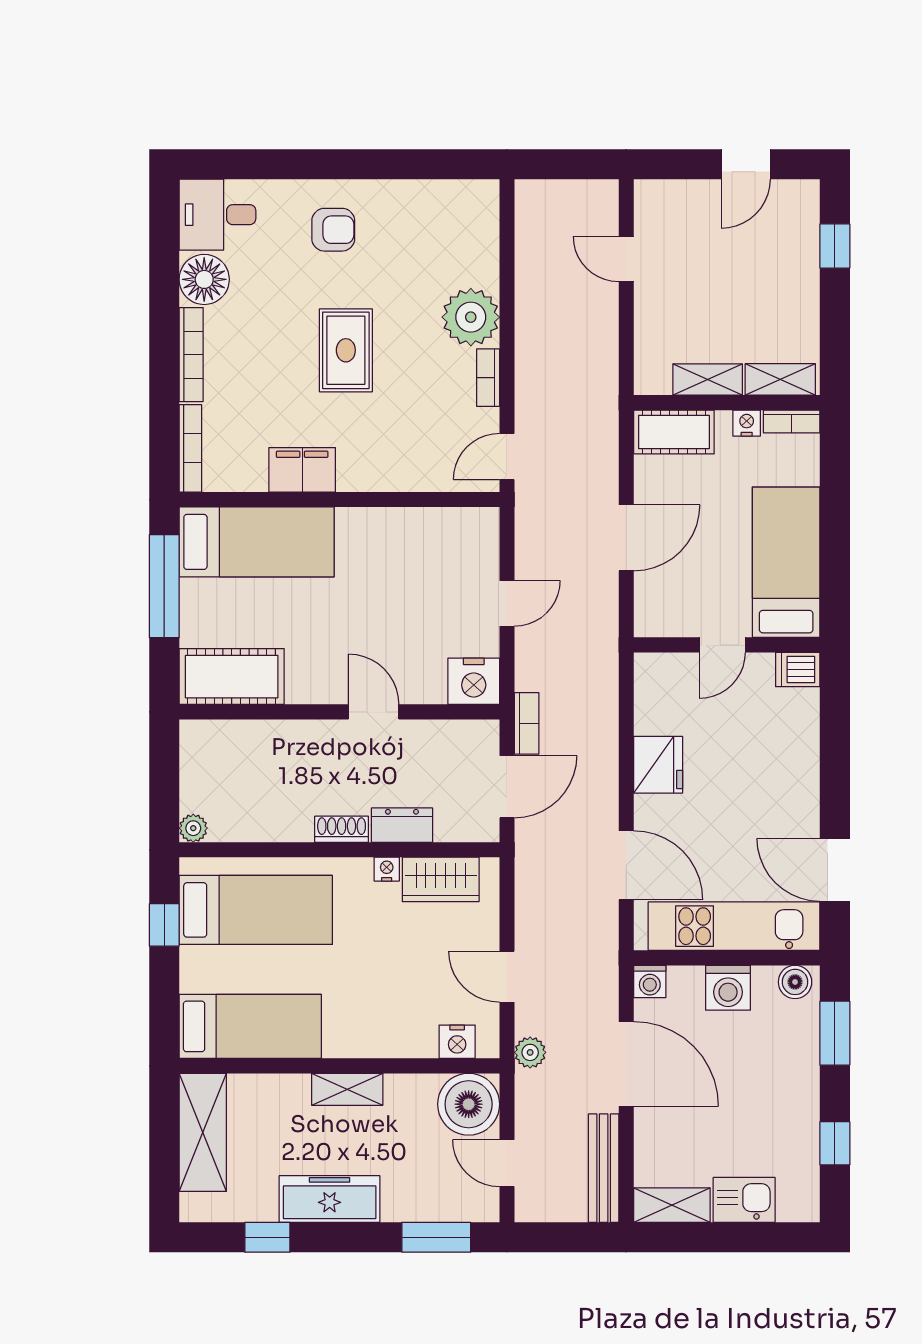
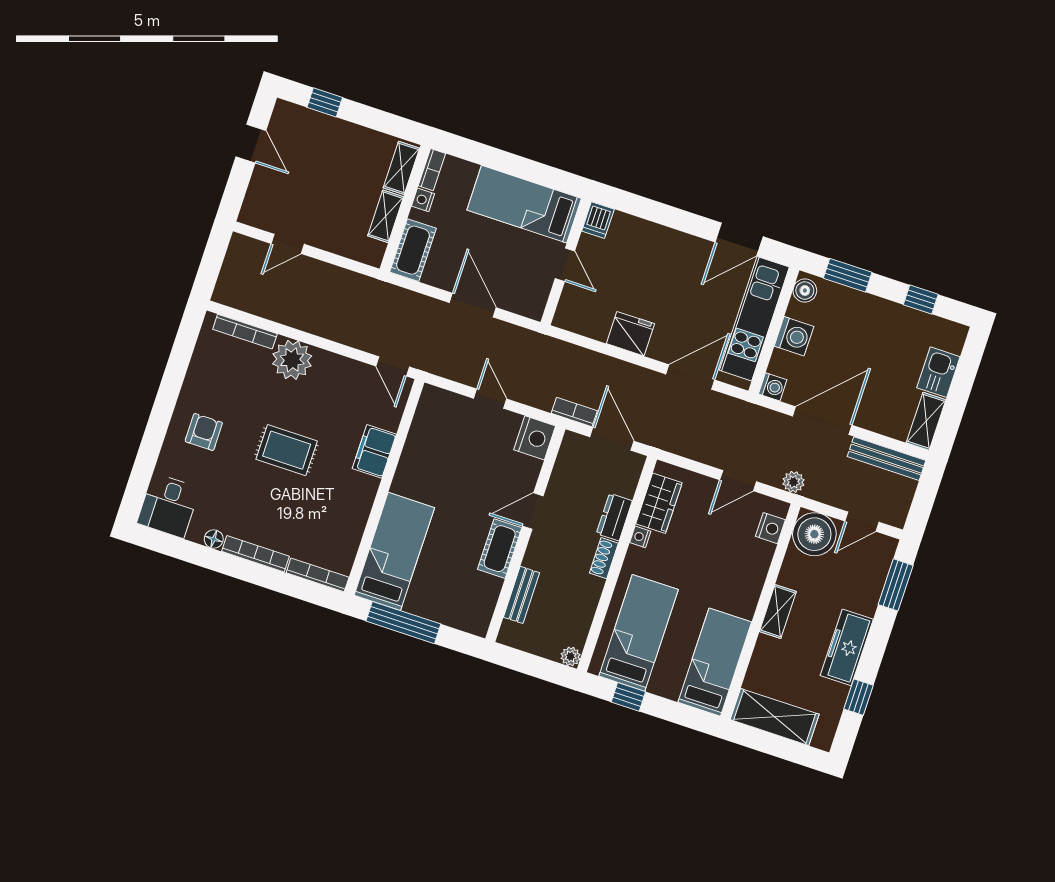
floor lamp: (204, 279) -> (214, 539), width x0.53, depth x0.53
bookcase: (488, 378) -> (245, 332), moved, width x1.56
filing cabinet: (302, 470) -> (374, 451), moved
cot: (232, 677) -> (500, 549), moved, width x0.73, depth x0.75
bench: (255, 734) -> (522, 595), added

